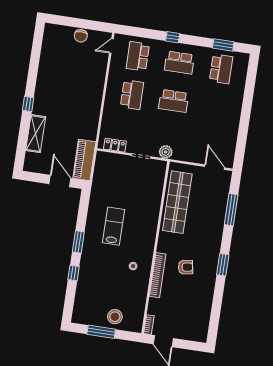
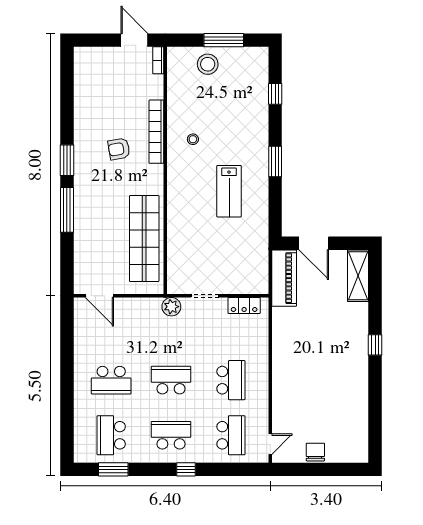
school desk: (132, 95) -> (231, 380), turned 180
school desk: (215, 107) -> (111, 380), added
shelving: (36, 134) -> (358, 276), moved
window: (231, 210) -> (67, 210), moved
window: (74, 273) -> (275, 94), moved

